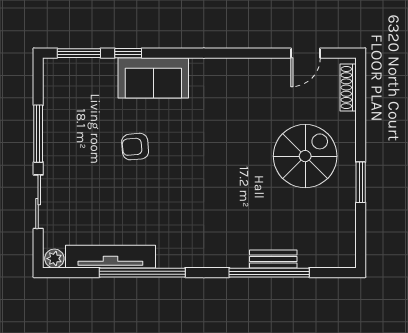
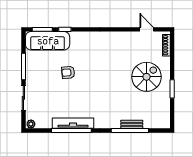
door: (305, 53) -> (147, 29), swing flipped
sofa: (153, 78) -> (48, 41), moved, width x1.36
tv unit: (110, 257) -> (73, 123), moved

